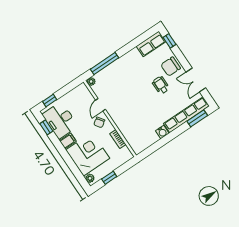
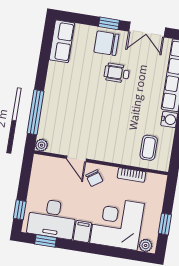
window: (169, 41) -> (109, 23), moved
chair: (171, 67) -> (106, 43), turned 90
coffee table: (139, 135) -> (149, 148), added

